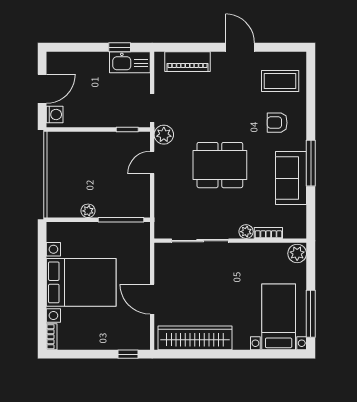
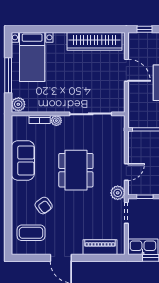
armchair: (277, 123) -> (44, 206), moved, turned 54
window: (311, 163) -> (8, 172), removed
dining table: (220, 165) -> (76, 170), turned 90
window: (311, 314) -> (8, 75), moved

